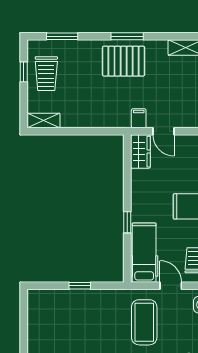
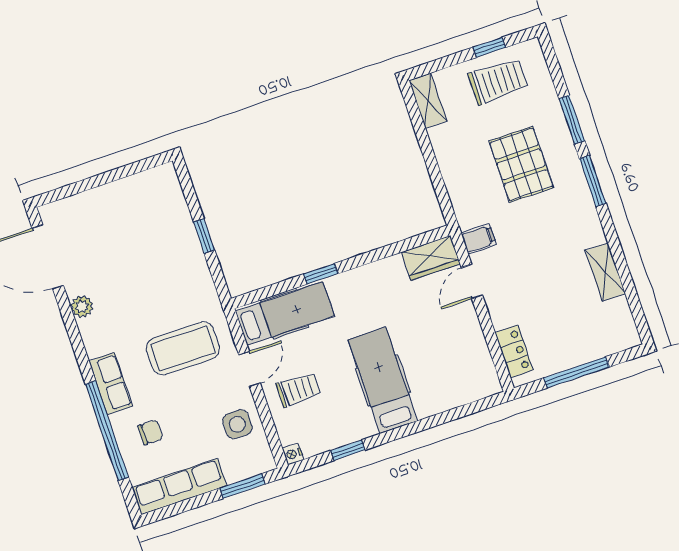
window: (62, 36) -> (572, 120), moved
pallet: (124, 61) -> (521, 164), moved
trolley: (46, 74) -> (498, 81), turned 180

